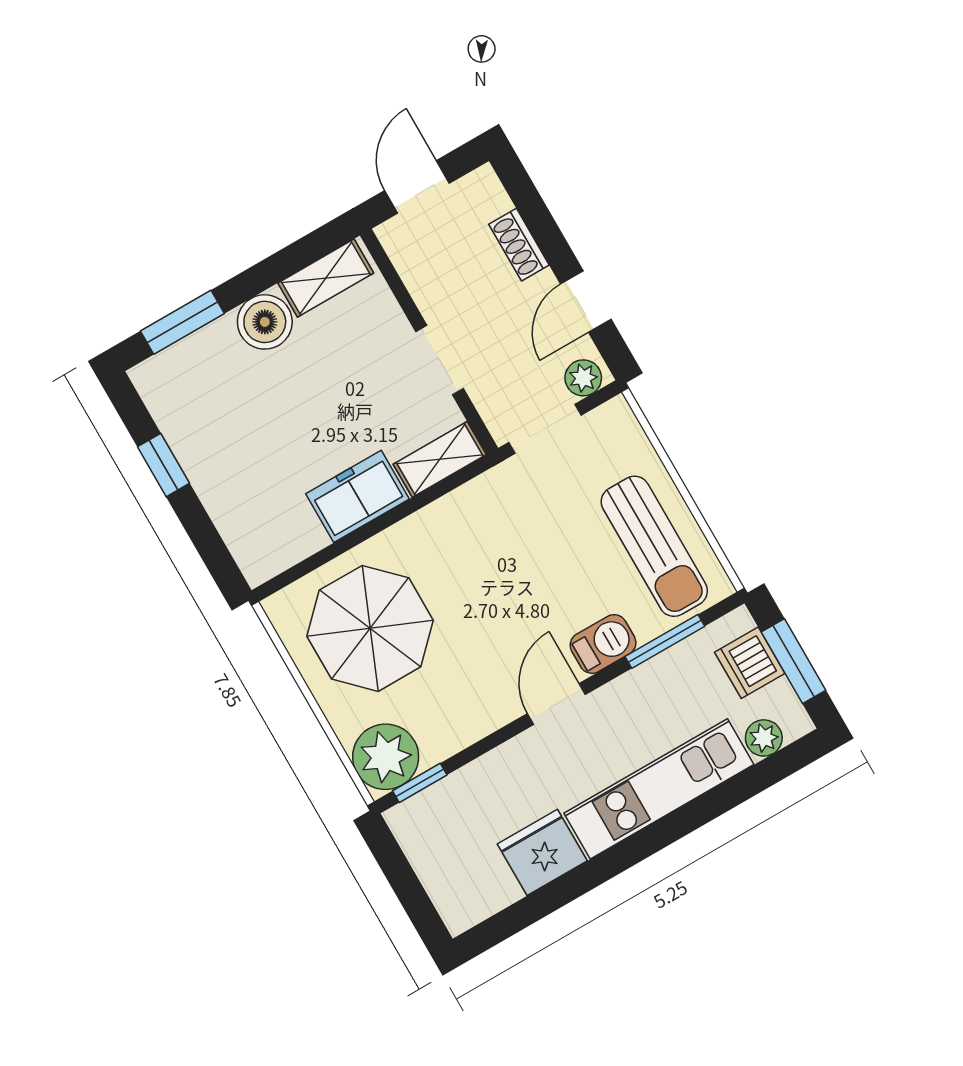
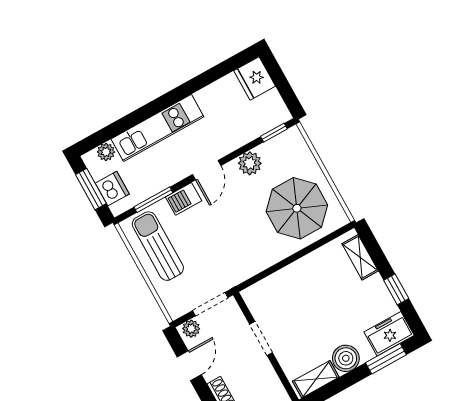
shelving: (440, 459) -> (360, 257), moved, turned 90
freezer: (357, 496) -> (389, 334), moved, turned 180
plant: (386, 757) -> (250, 163), moved, width x0.73, depth x0.73
fridge: (542, 852) -> (255, 78), moved, turned 90

